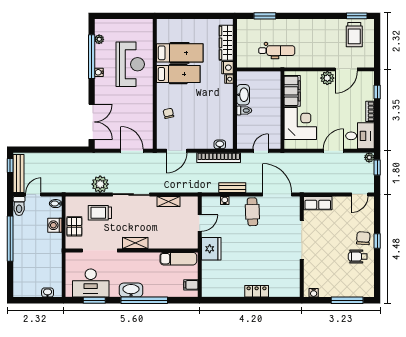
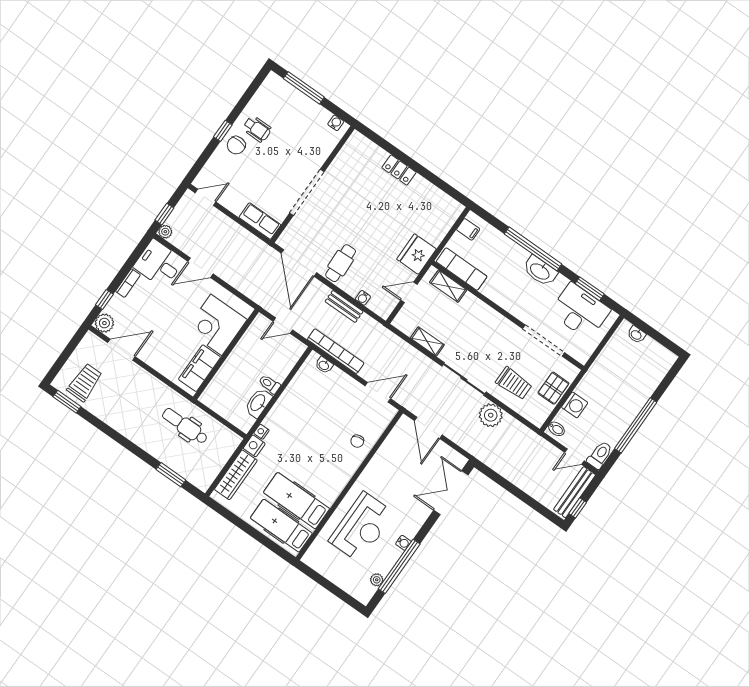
reception desk: (130, 64) -> (362, 527), turned 180
hospital bed: (178, 74) -> (281, 526), moved
plant: (327, 78) -> (104, 323), moved
shelving: (135, 243) -> (448, 286), moved

